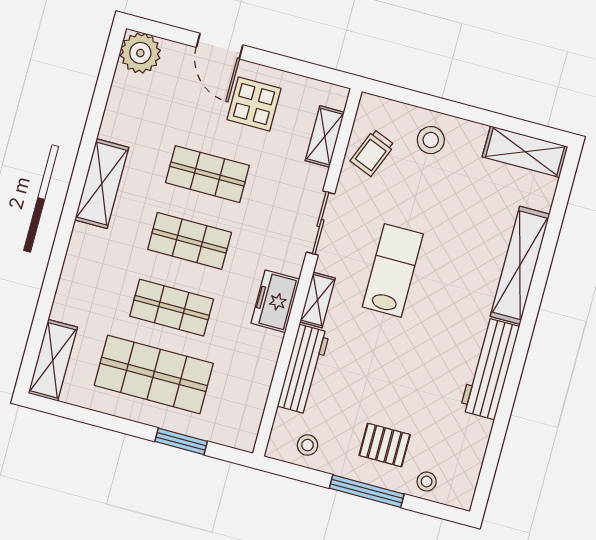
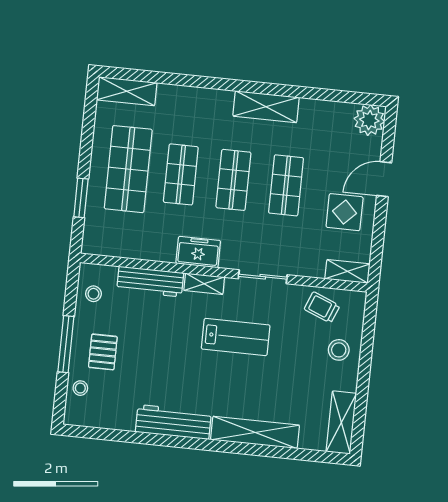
shelving: (325, 136) -> (347, 271), moved

